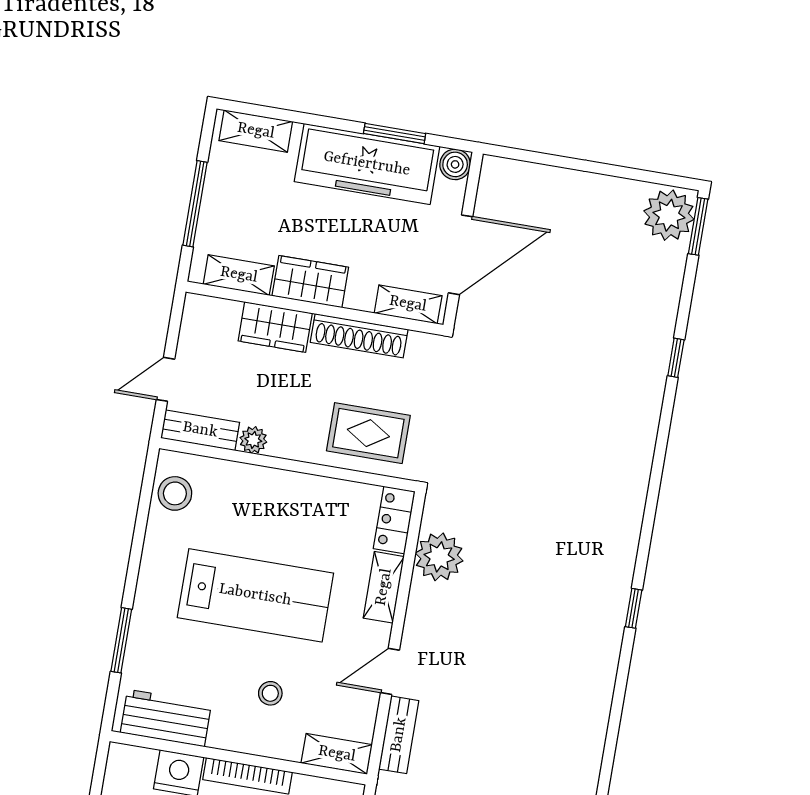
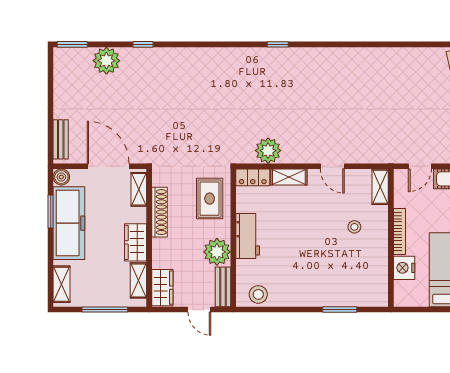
plant: (669, 215) -> (106, 61), moved
wardrobe: (275, 327) -> (162, 288), moved
plant: (253, 440) -> (217, 252), width x1.88, depth x1.88
lab bench: (255, 595) -> (304, 243), removed
workbench: (166, 718) -> (248, 236), moved, turned 180
bench: (399, 735) -> (61, 139), moved, turned 90

